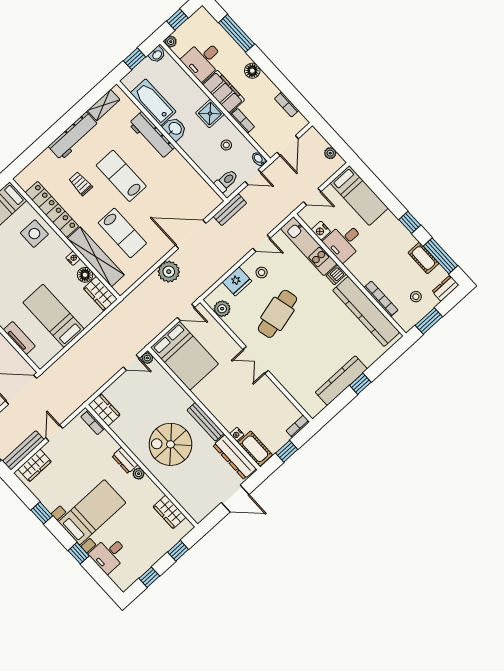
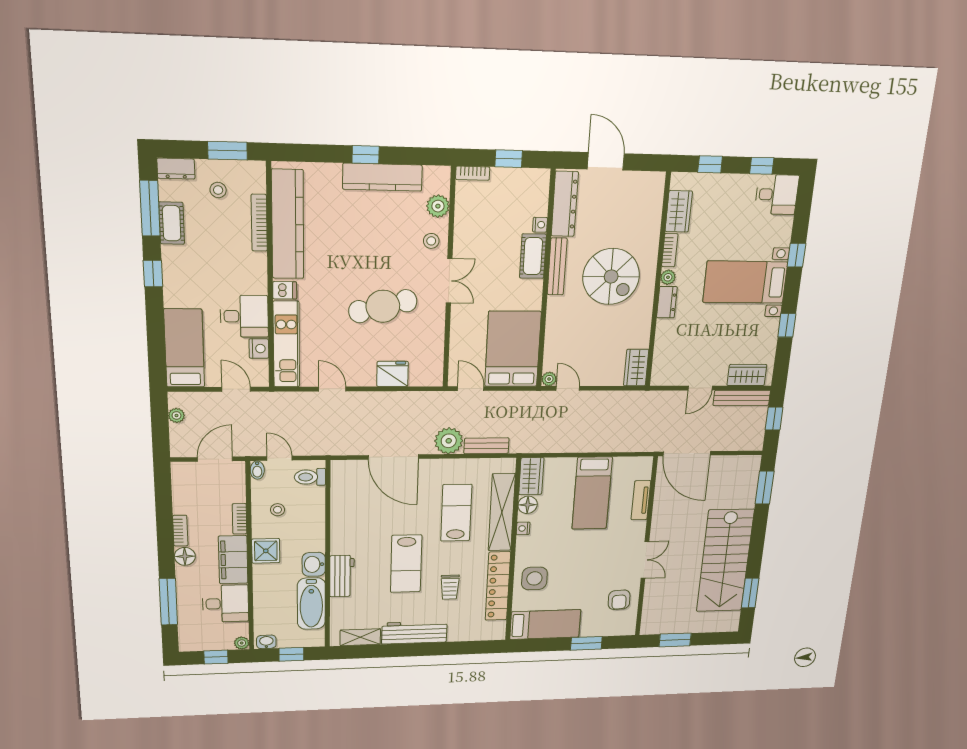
bookcase: (287, 104) -> (180, 531), moved
workbench: (152, 135) -> (342, 576), width x0.73
bench: (230, 210) -> (486, 446), moved
stool: (262, 273) -> (431, 241), moved
plant: (222, 309) -> (438, 206), moved
bookcase: (93, 423) -> (670, 250), moved
cot: (255, 449) -> (533, 256), moved
desk: (109, 554) -> (777, 195), moved

